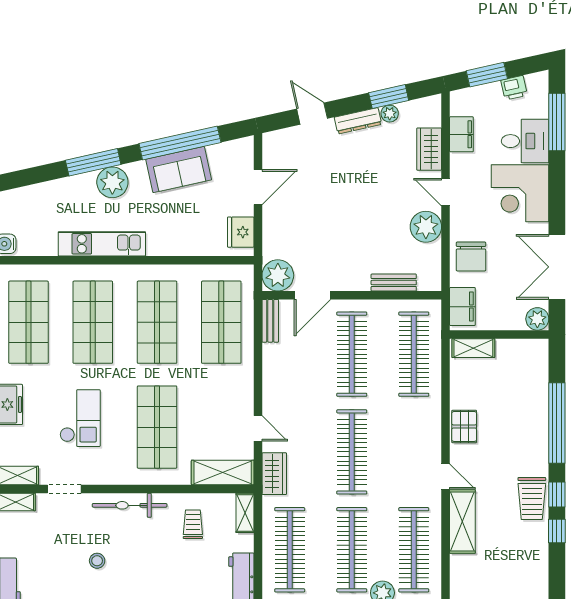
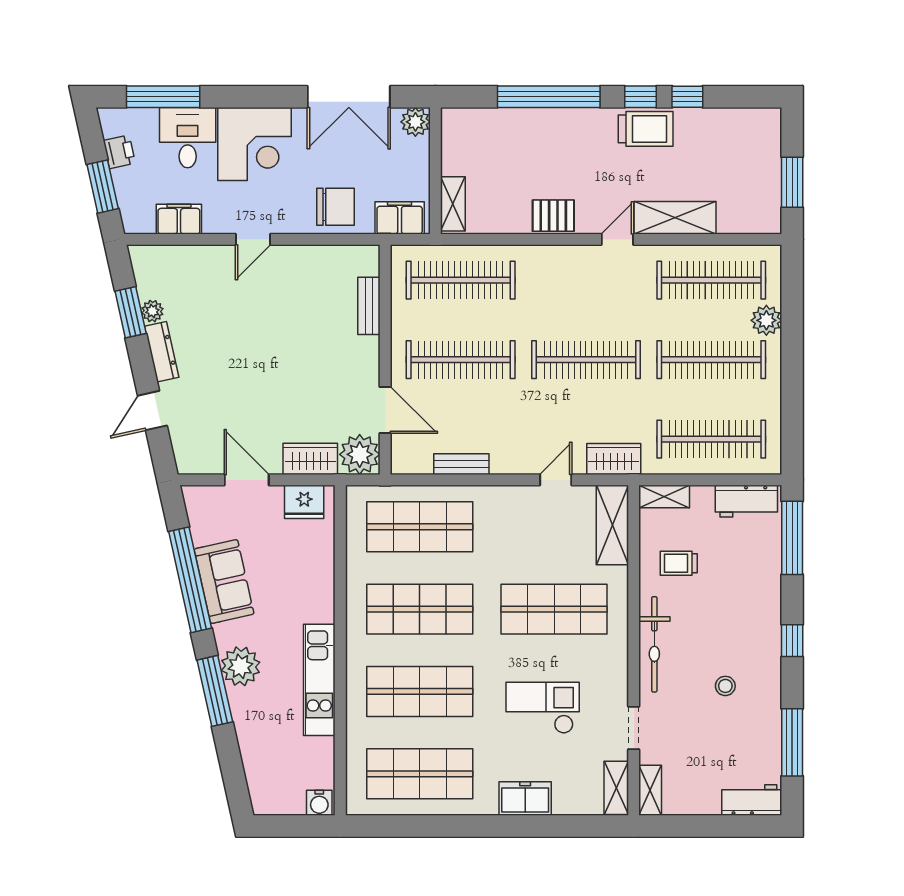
wardrobe: (429, 149) -> (310, 459), moved, turned 180
plant: (426, 227) -> (297, 265), removed
bench: (270, 321) -> (461, 464), moved

